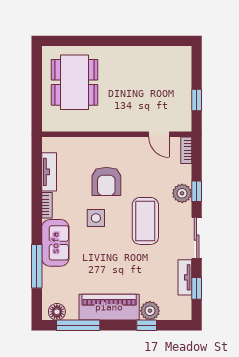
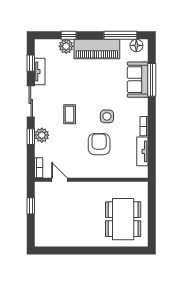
coffee table: (145, 221) -> (70, 114), width x0.54, depth x0.58
sofa: (55, 243) -> (138, 80), moved

